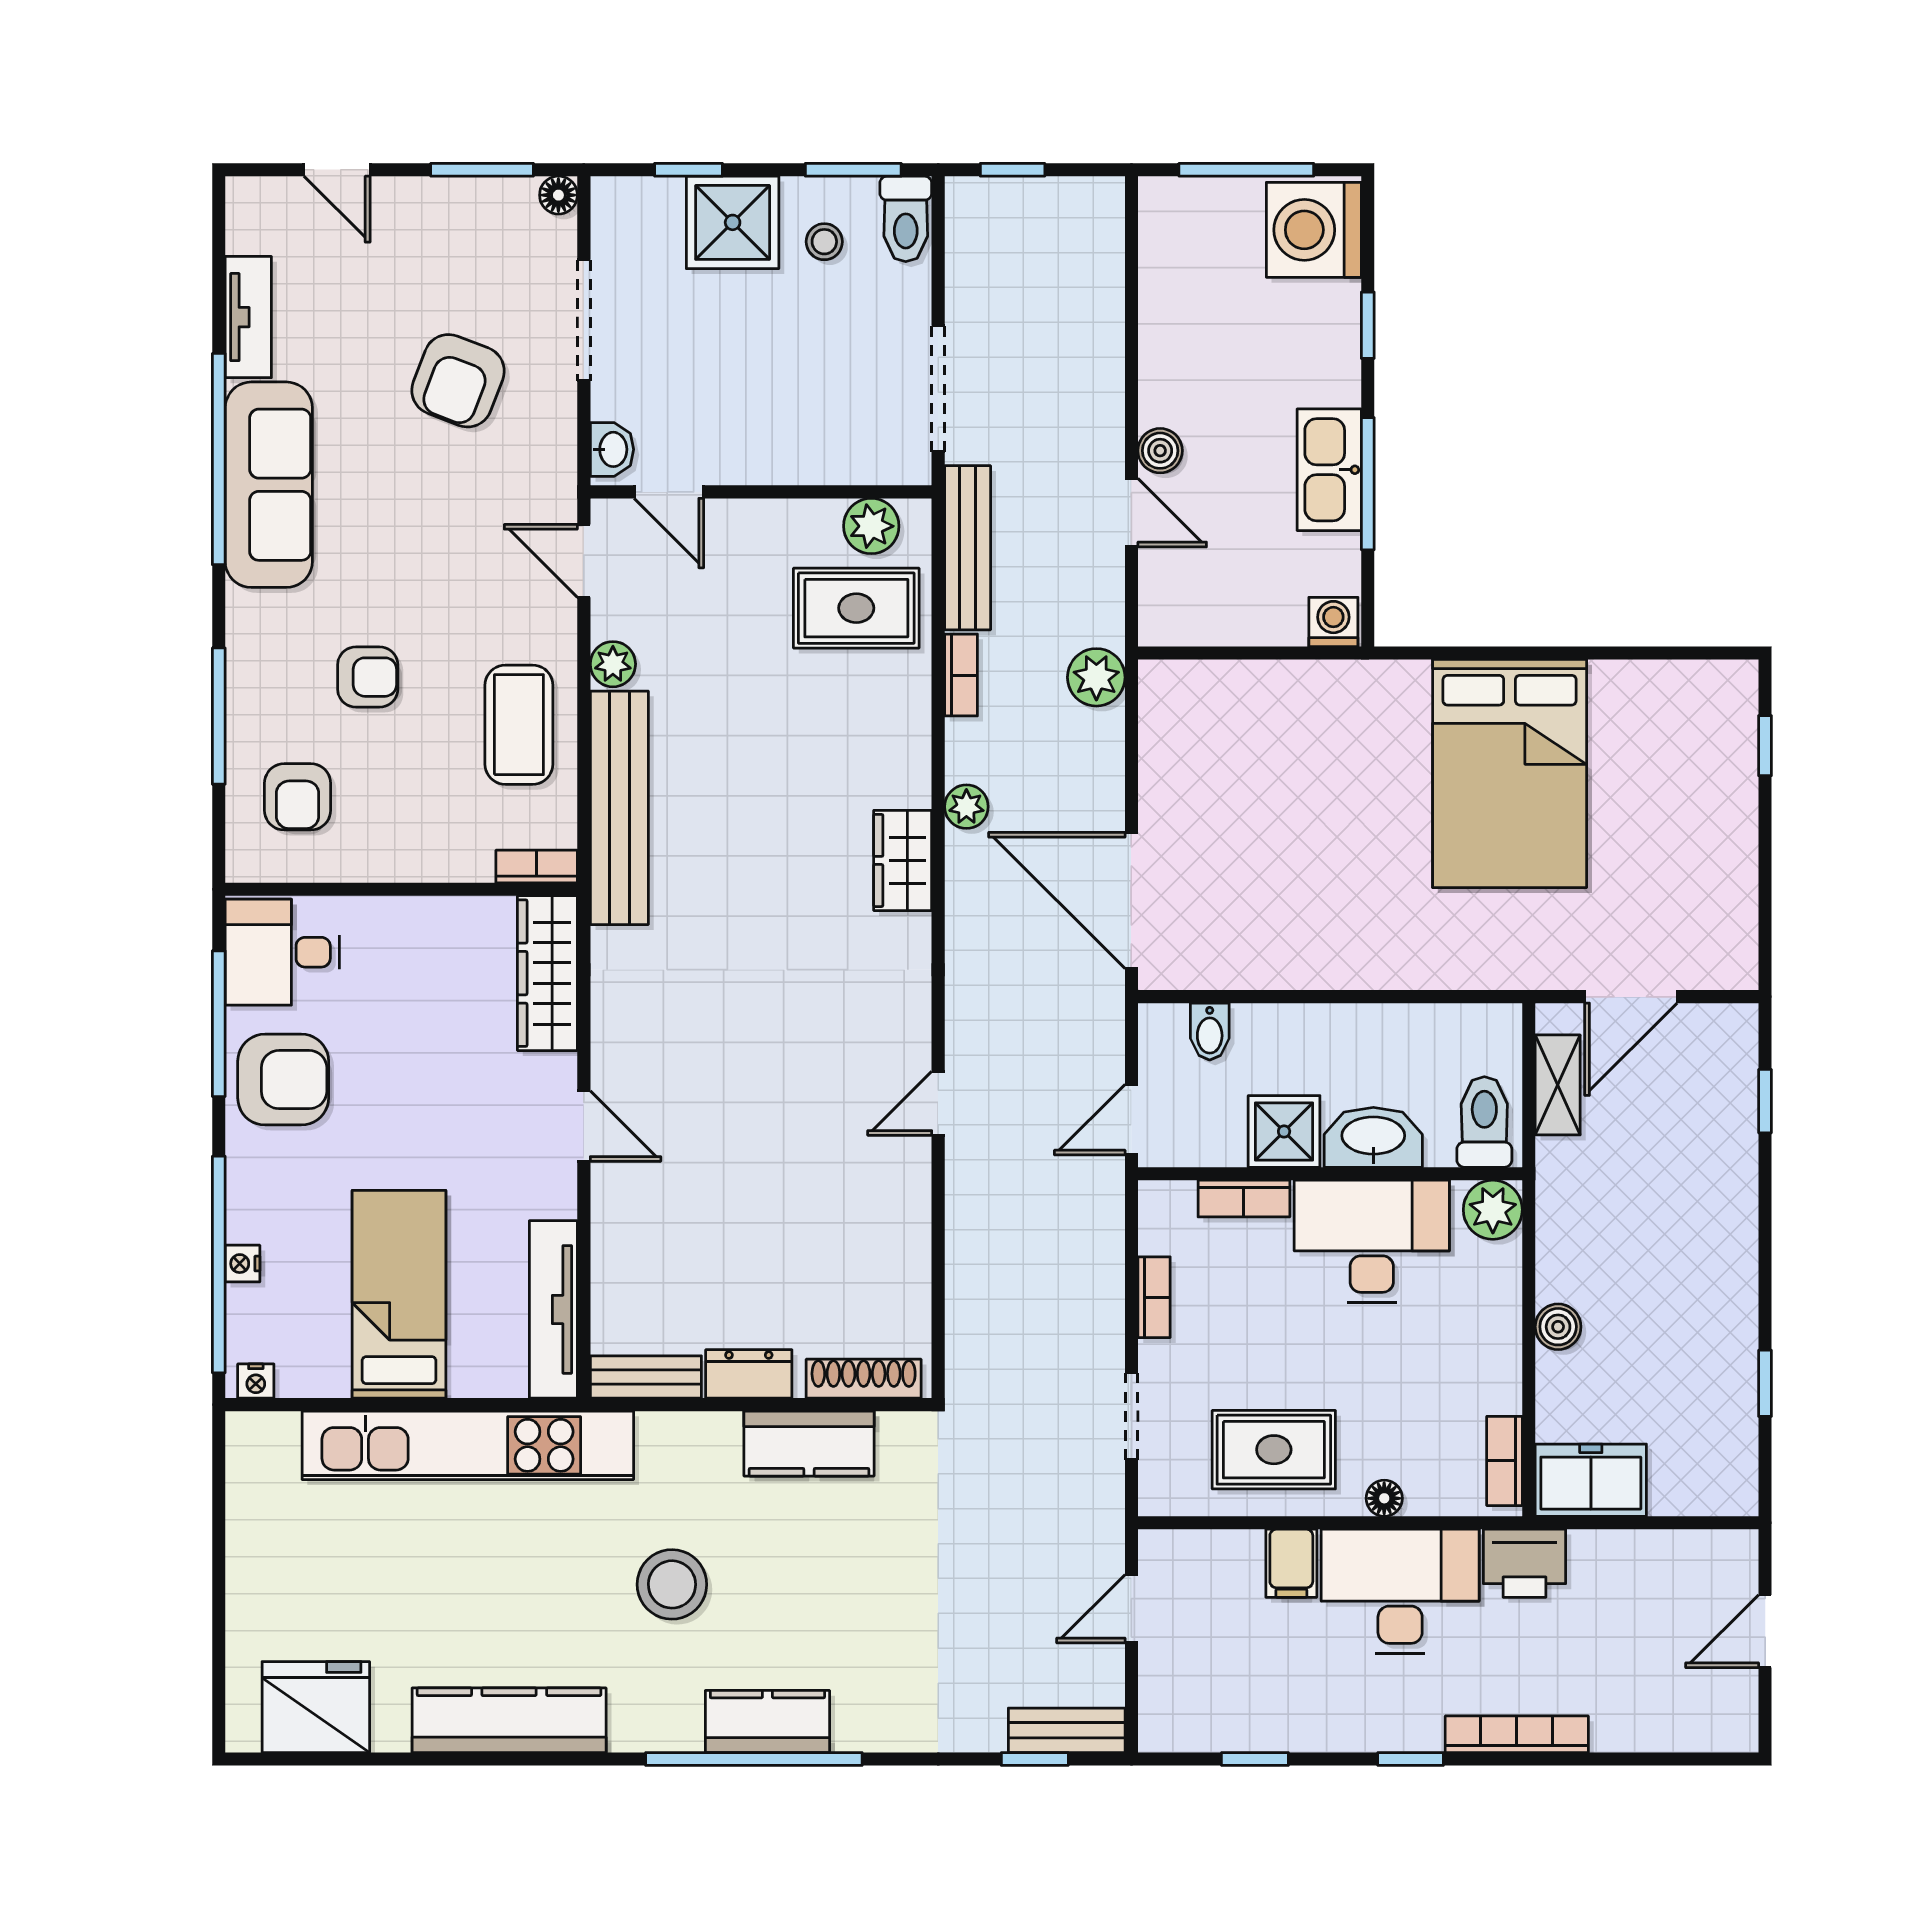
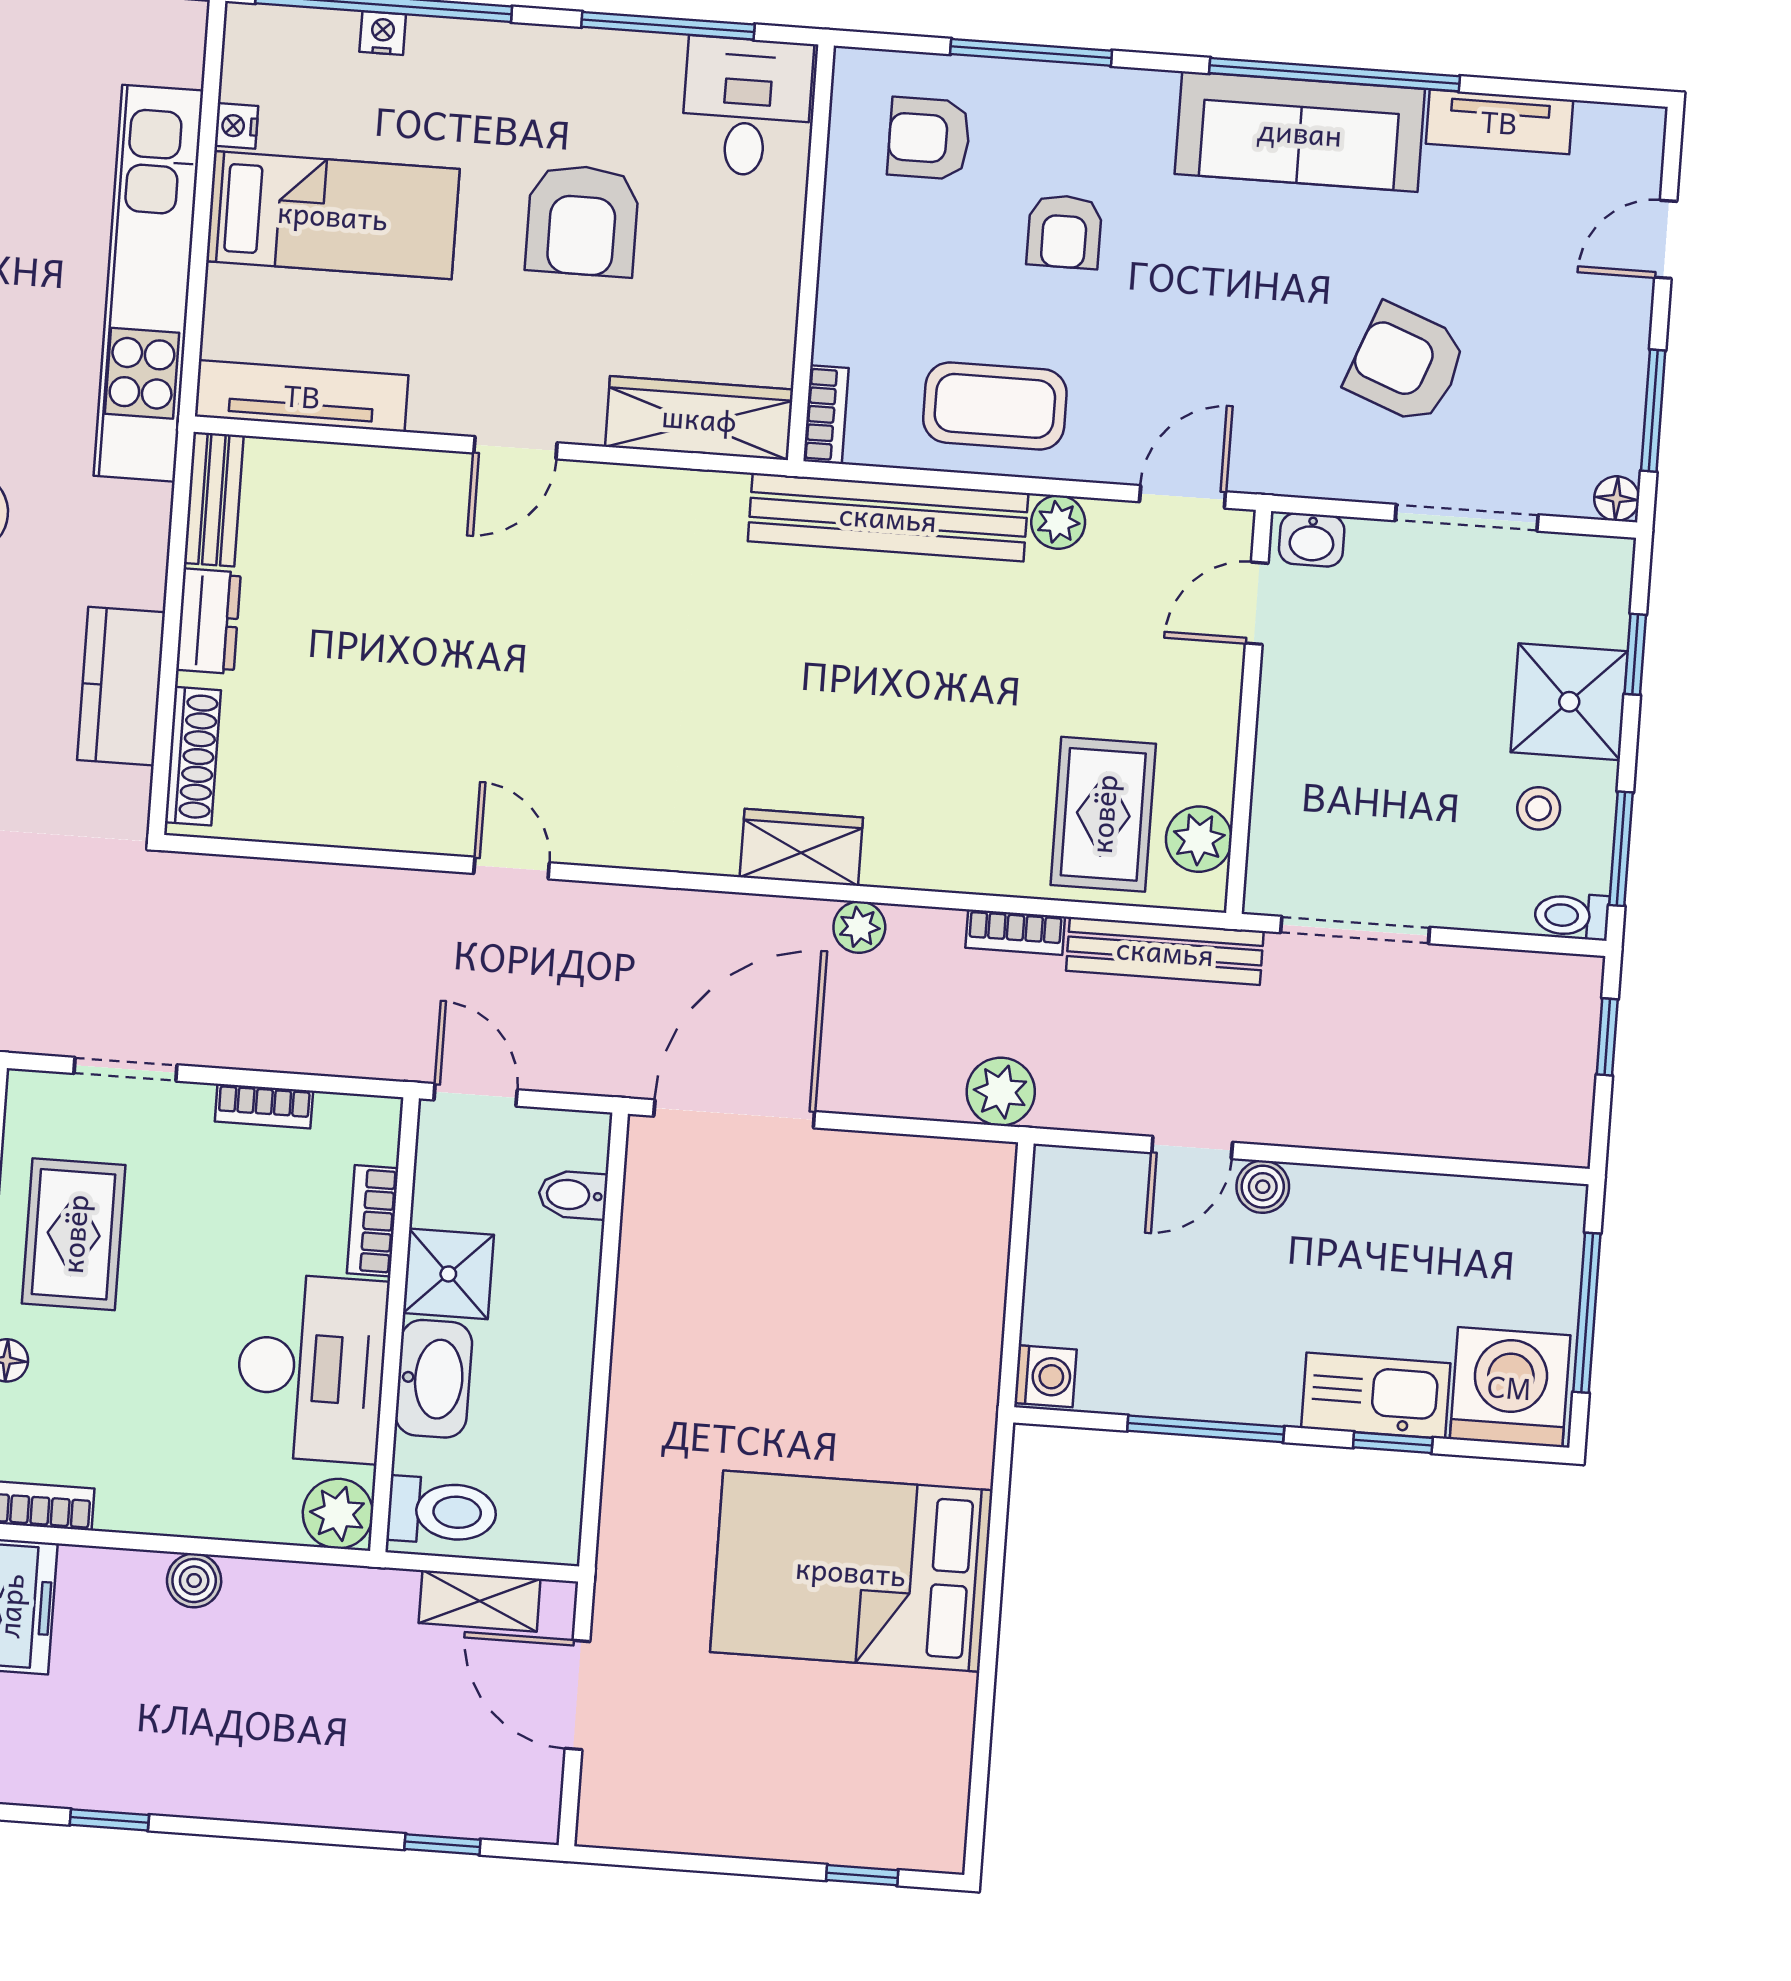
toilet: (906, 219) -> (1572, 916), width x0.73, depth x0.72
kitchen sink: (1329, 470) -> (1376, 1396), moved
armchair: (283, 1080) -> (582, 221), moved
nightstand: (256, 1381) -> (236, 126), moved

